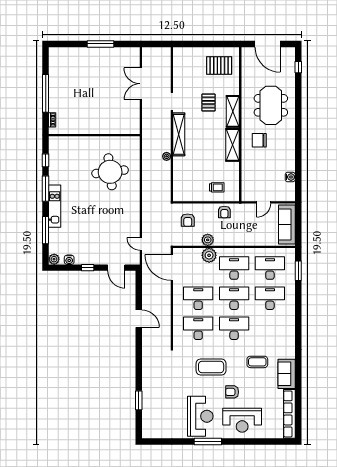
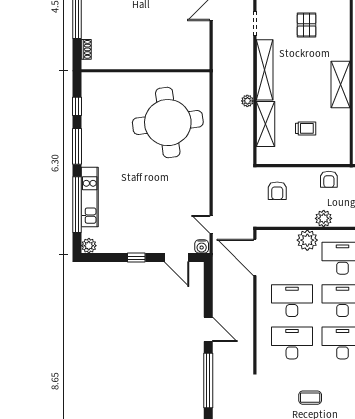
shelving: (233, 111) -> (265, 124), moved
round table: (110, 172) -> (168, 123), width x1.36, depth x1.36
trolley: (217, 187) -> (306, 128), moved
kitchen unit: (55, 206) -> (90, 197), moved
window: (46, 230) -> (77, 205), width x1.46
plant: (208, 240) -> (324, 218), moved
water cooler: (69, 260) -> (202, 246), moved
window: (139, 355) -> (208, 380), added
coffee table: (211, 367) -> (310, 398), width x0.54, depth x0.58

